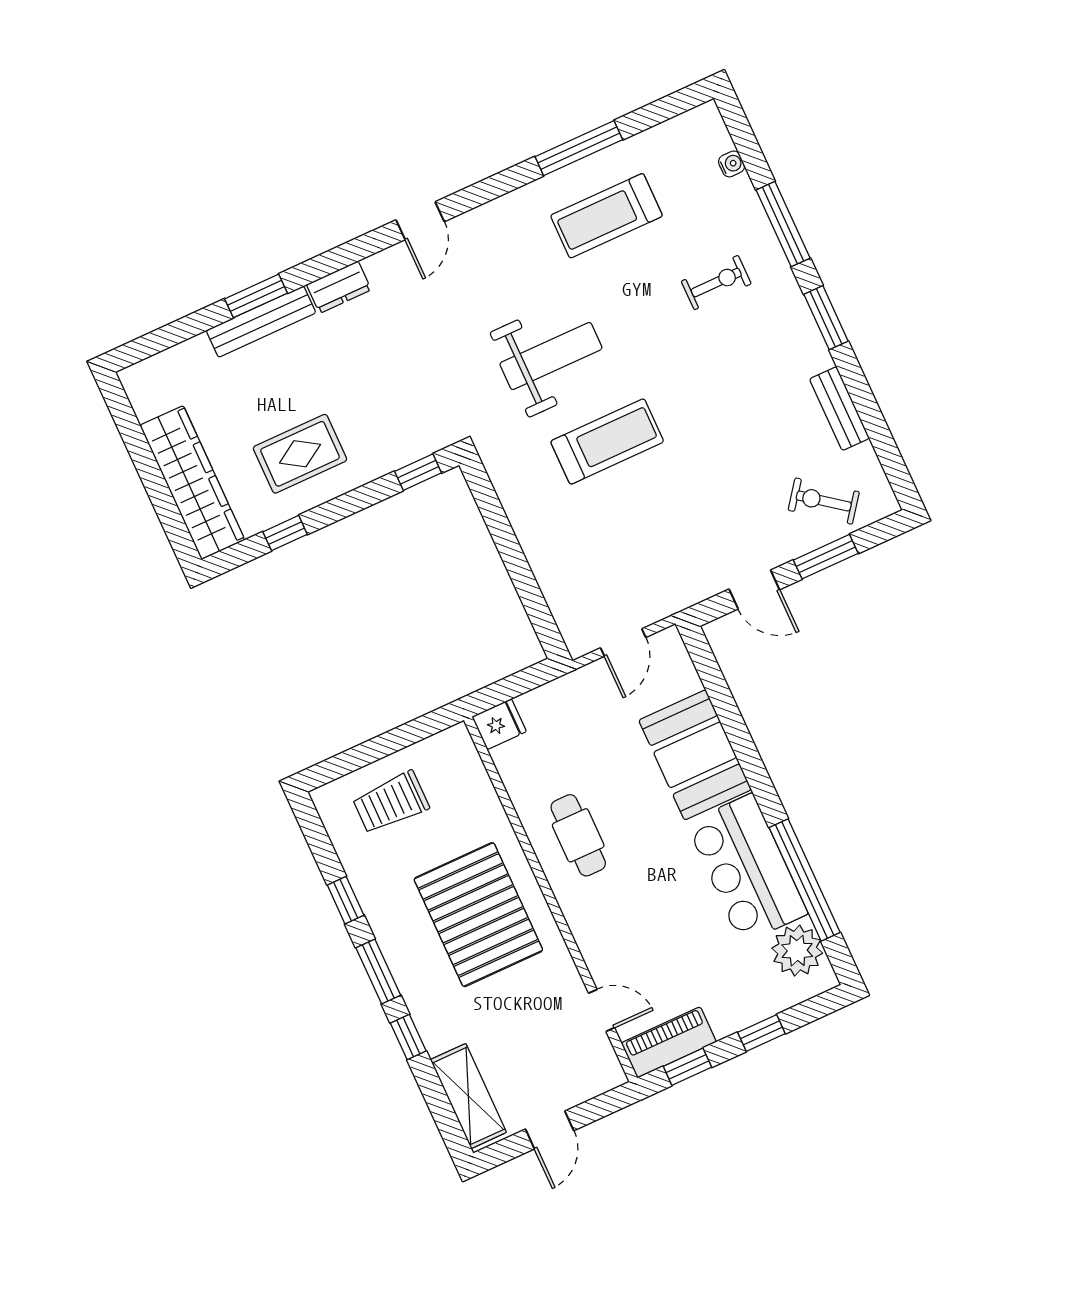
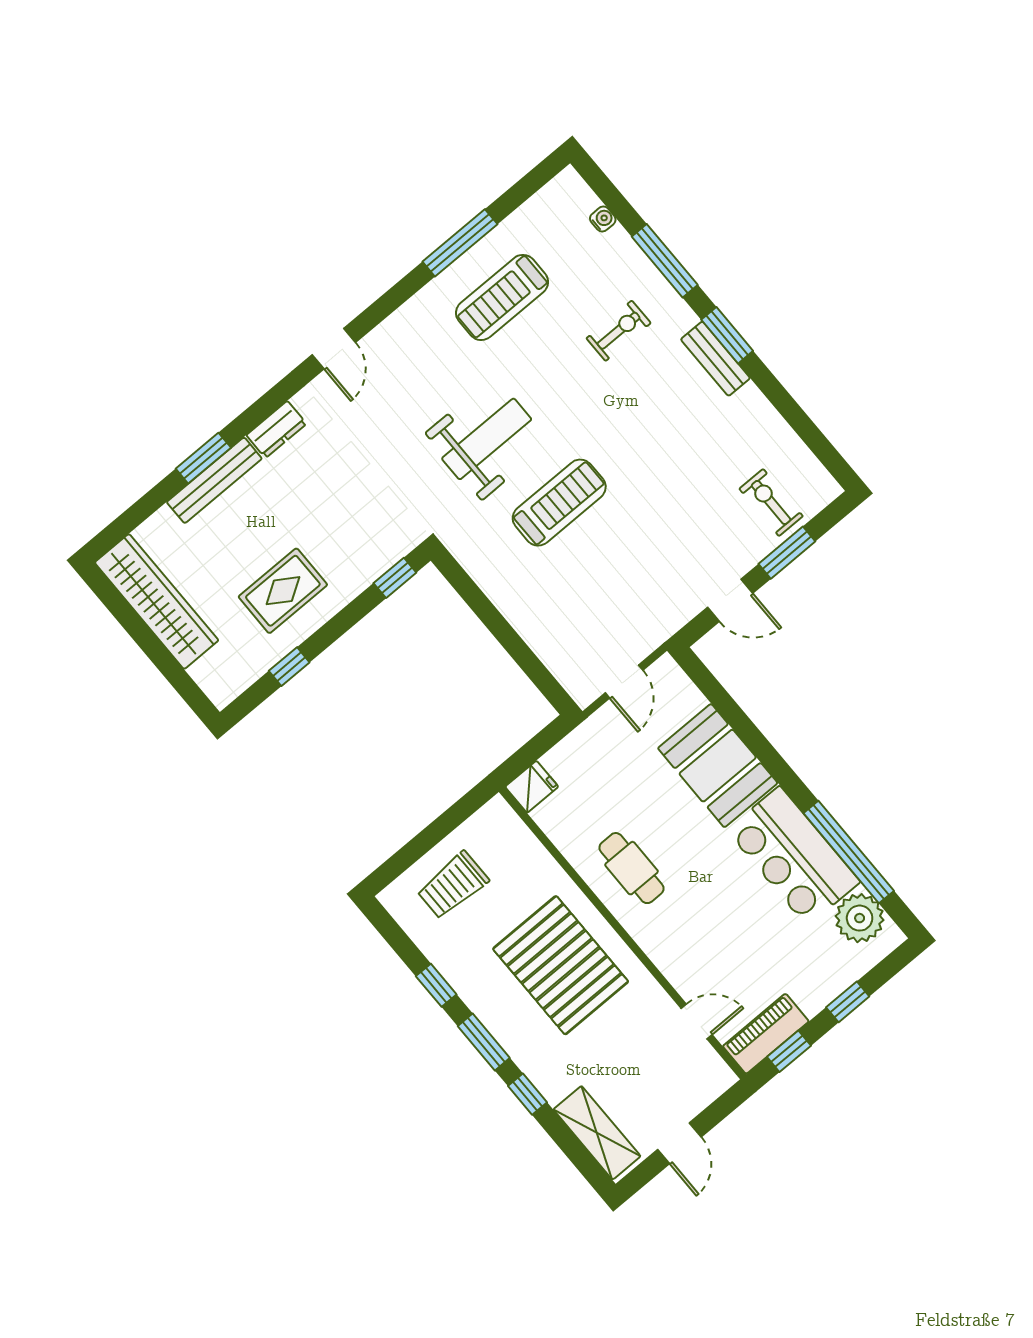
bench: (839, 409) -> (715, 359), moved
wardrobe: (192, 483) -> (157, 601), moved
exercise bike: (824, 501) -> (771, 503), turned 53

